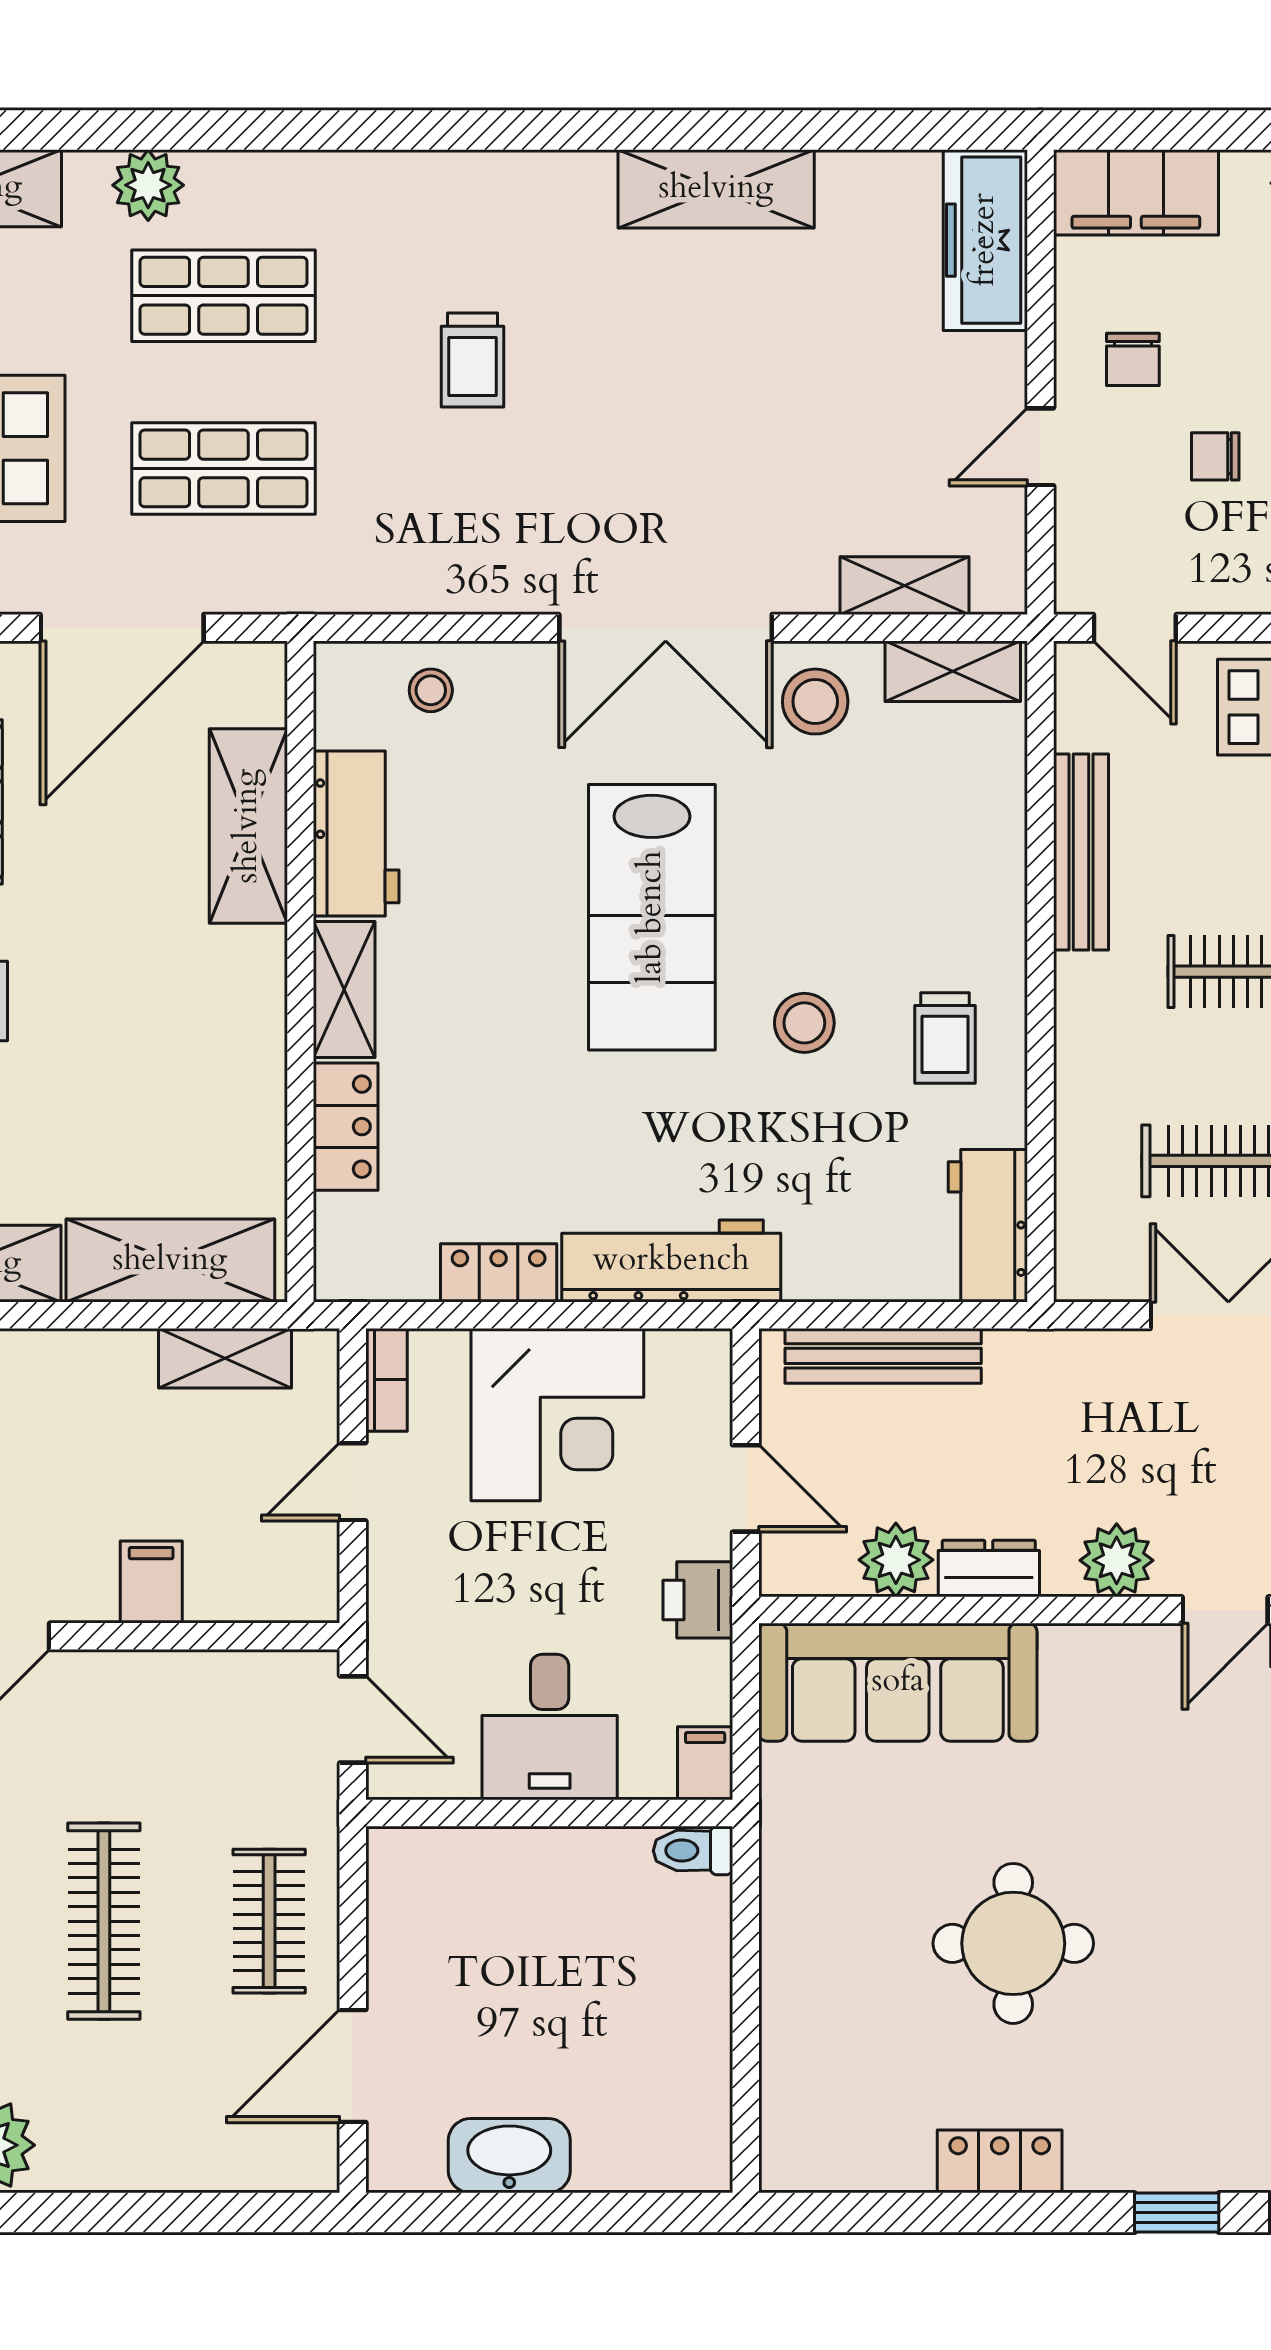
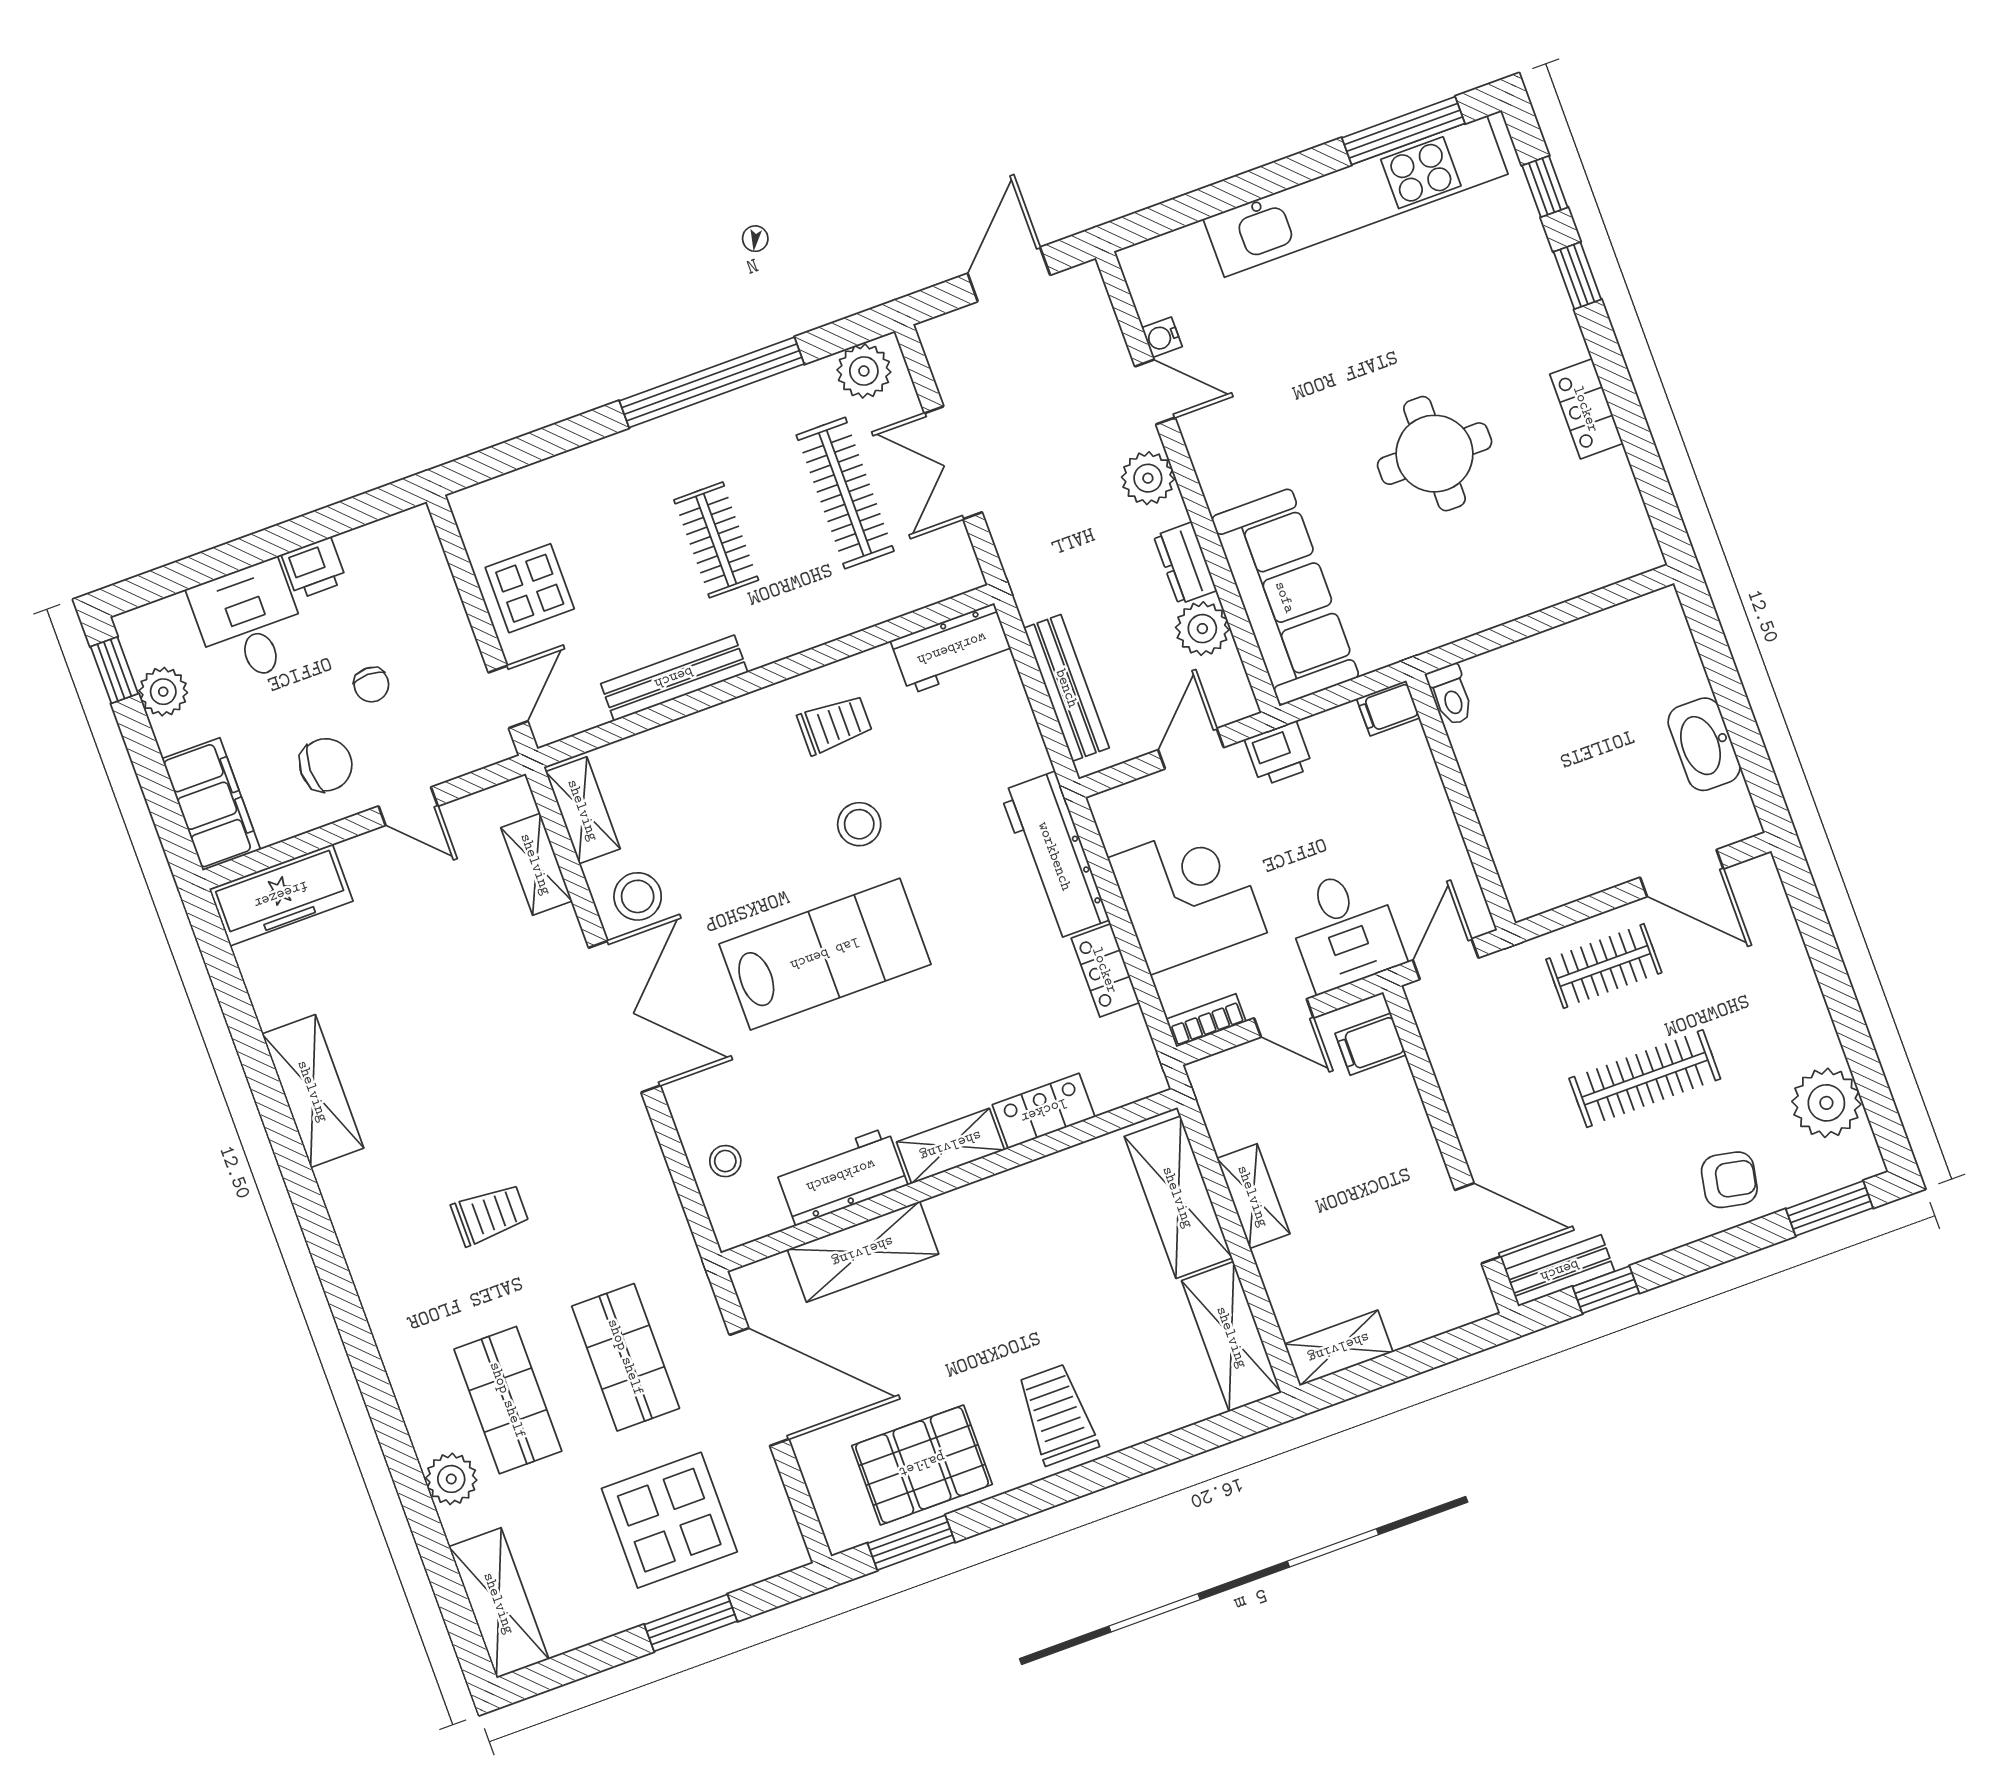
chair: (1133, 359) -> (326, 765), width x1.37, depth x1.37
shelving: (225, 1358) -> (1253, 1196), moved
filing cabinet: (151, 1582) -> (1371, 1044), moved
desk: (550, 1727) -> (1345, 930), moved, turned 90

